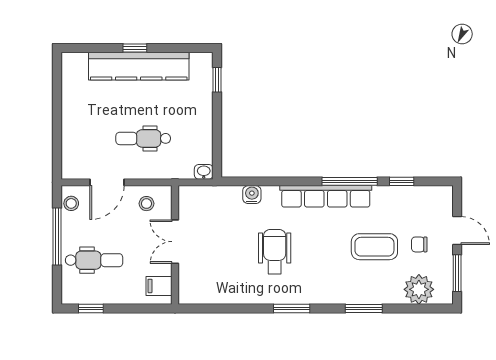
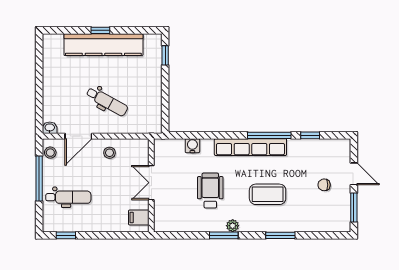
dental chair: (143, 138) -> (107, 101), turned -151
washbasin: (204, 172) -> (50, 128), moved
double door: (175, 242) -> (151, 183), moved
wall: (175, 245) -> (151, 185), moved
coffee table: (374, 247) -> (268, 194), moved
filing cabinet: (159, 286) -> (139, 218), moved
plant: (419, 289) -> (233, 226), moved, width x0.53, depth x0.53

